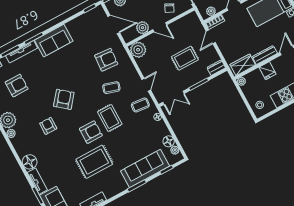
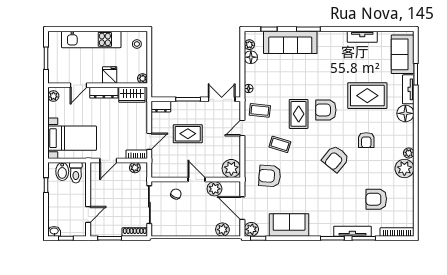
plant: (98, 12) -> (251, 229), added
sofa: (54, 41) -> (289, 225), moved
rug: (94, 162) -> (367, 96), moved

